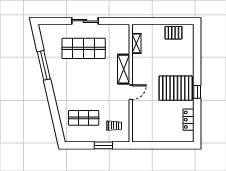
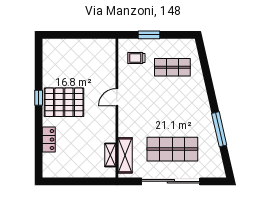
sliding door: (85, 21) -> (171, 181), width x1.86
pallet: (173, 33) -> (67, 167), removed
shelving: (124, 69) -> (125, 155), moved
locker: (189, 120) -> (49, 140), moved

